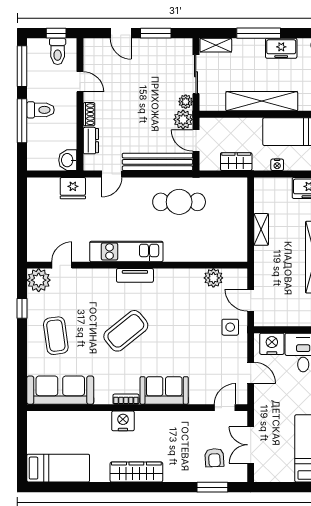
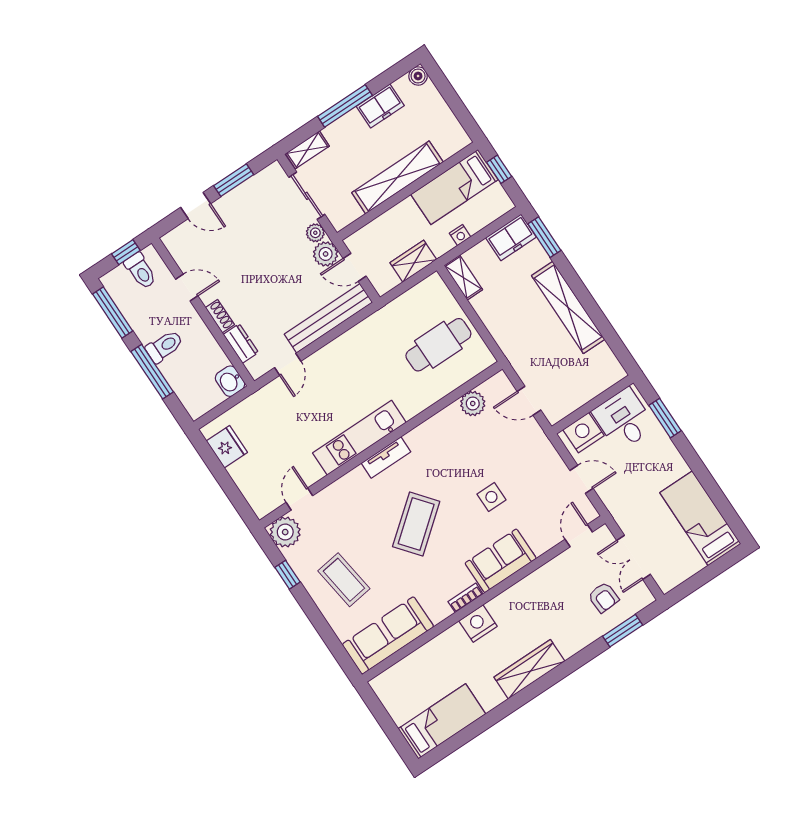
fridge: (73, 188) -> (227, 447), moved, turned -90
cafe table: (179, 202) -> (438, 345), moved
shelving: (261, 229) -> (463, 277), moved
side table: (230, 327) -> (491, 497), moved

